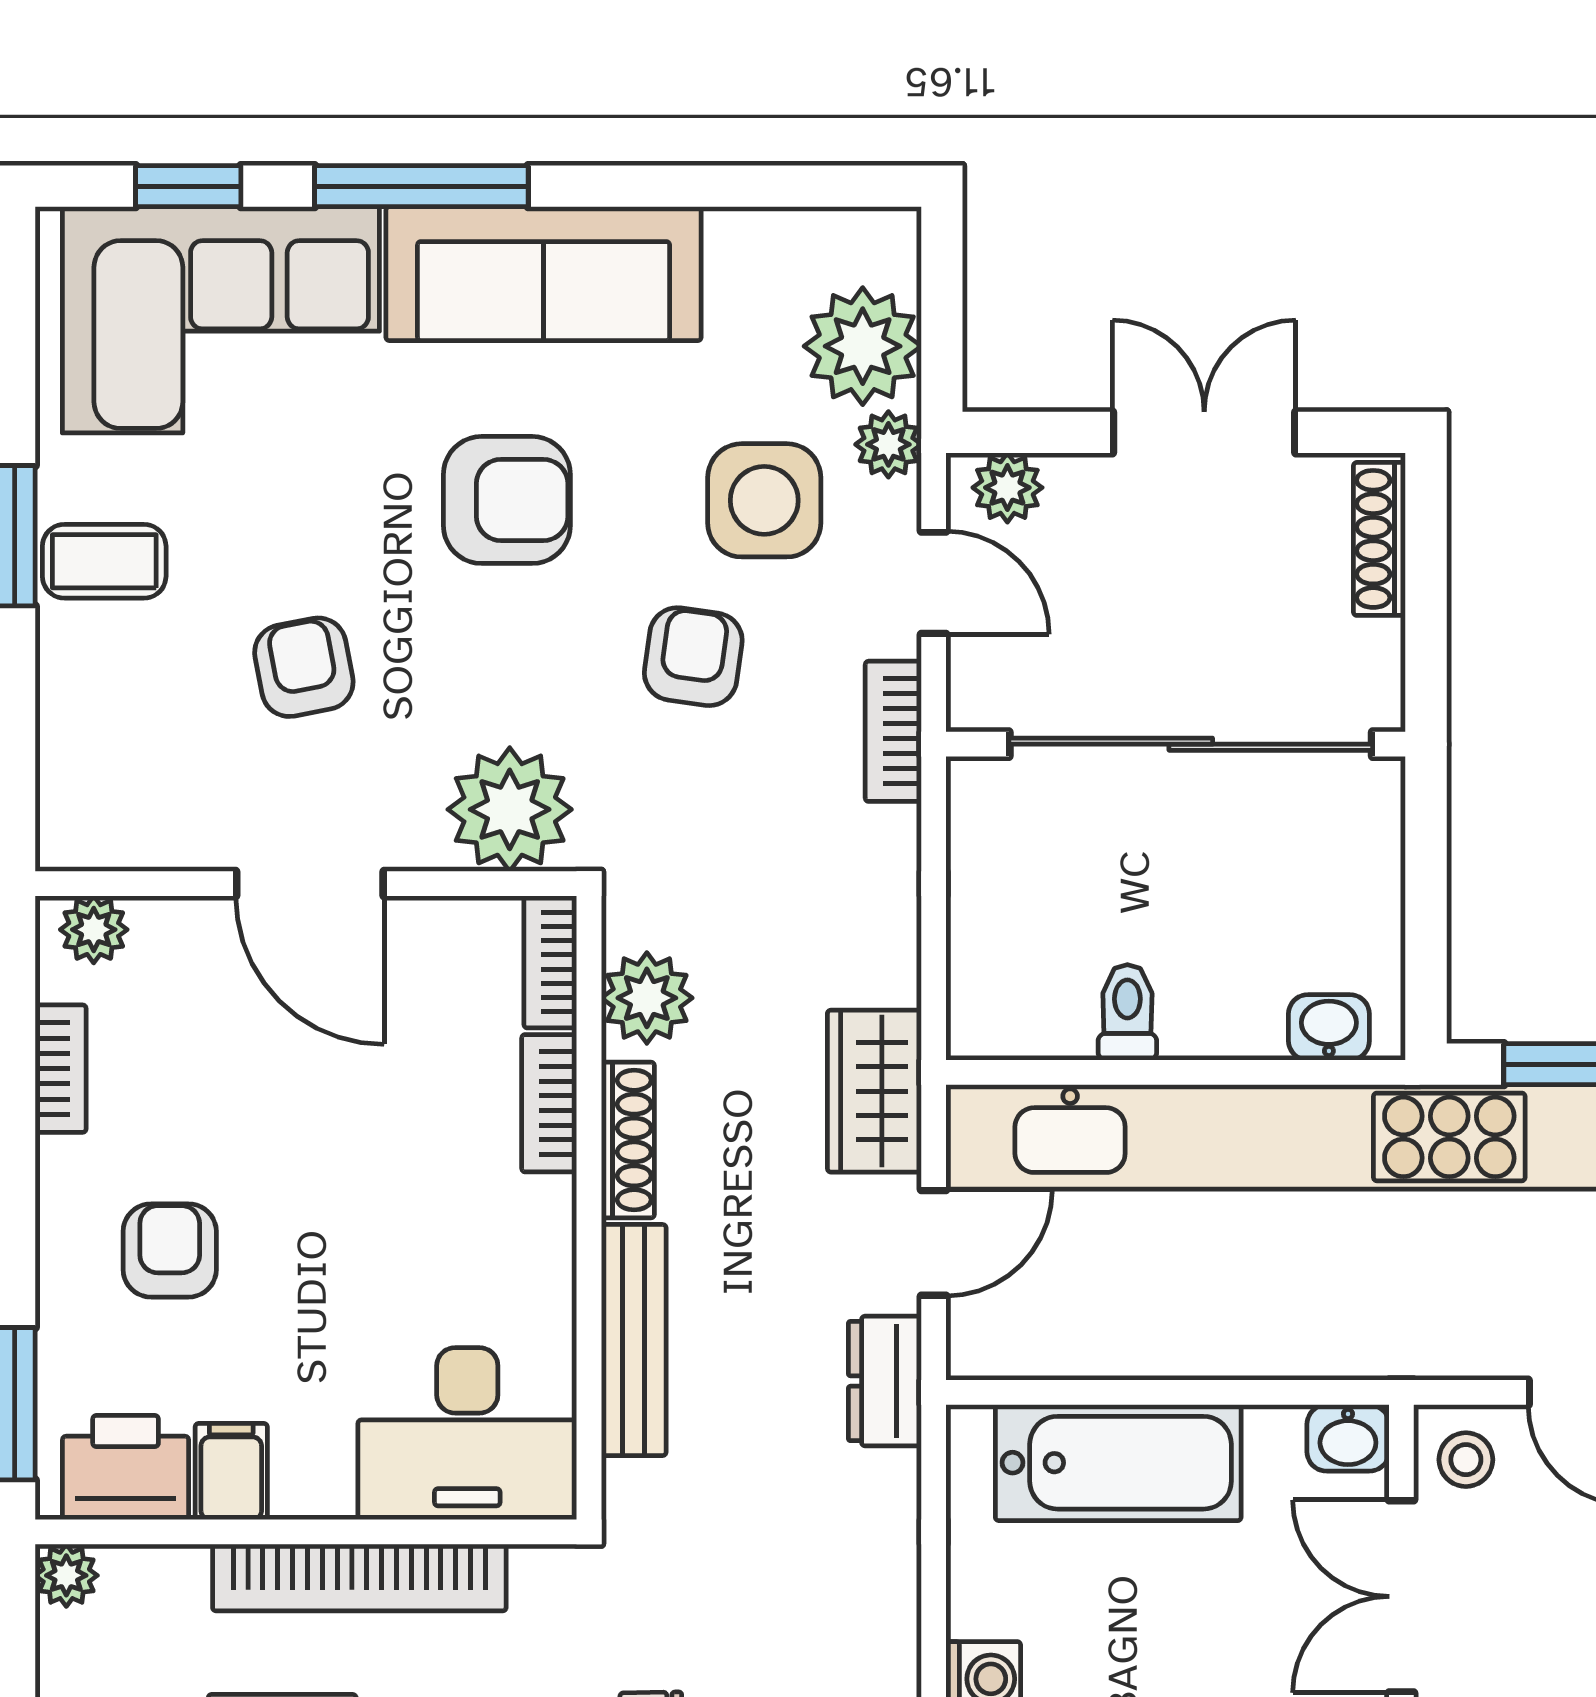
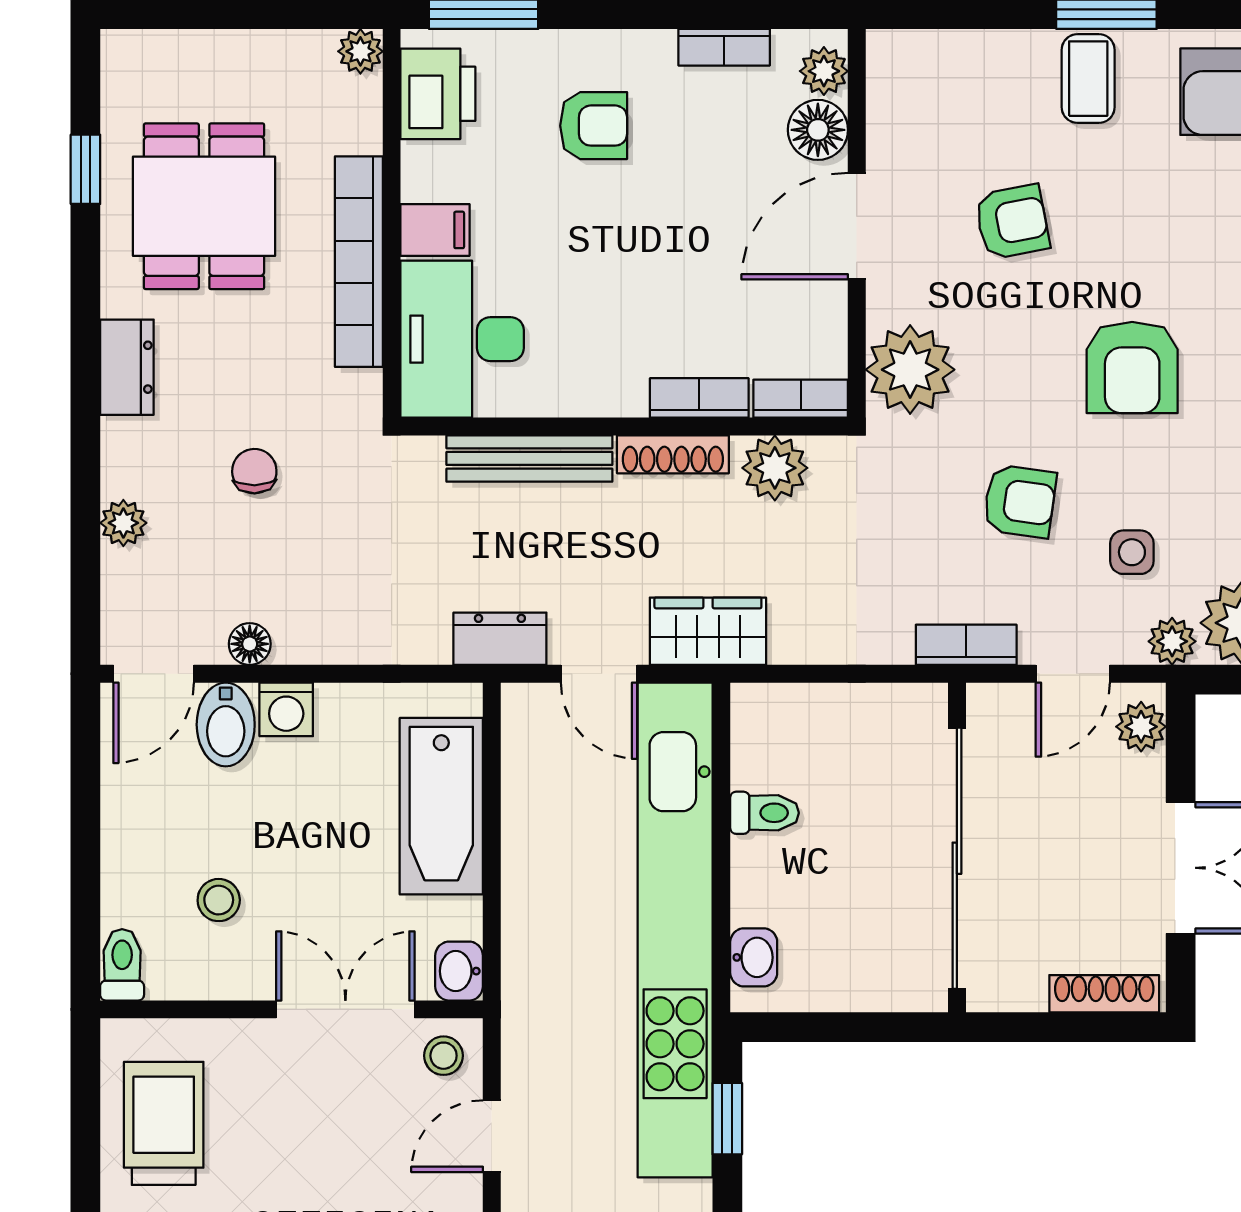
side table: (764, 500) -> (1132, 552), width x0.54, depth x0.54
floor lamp: (176, 938) -> (818, 130), added
filing cabinet: (231, 1471) -> (435, 230), moved

